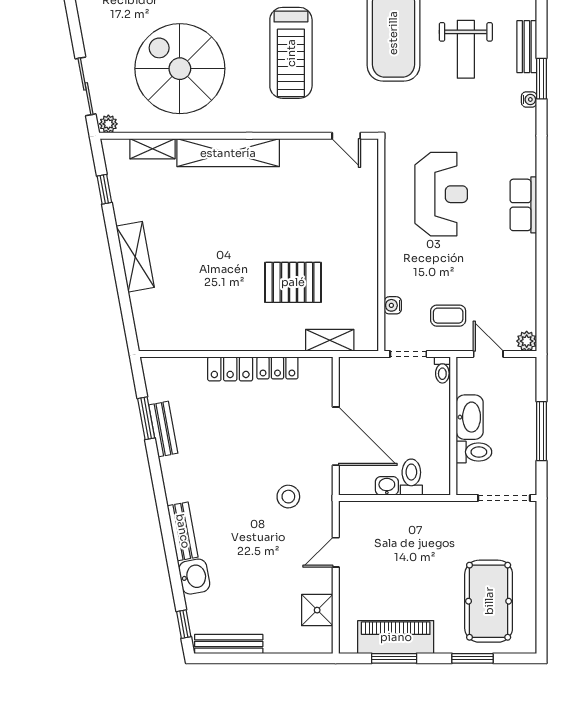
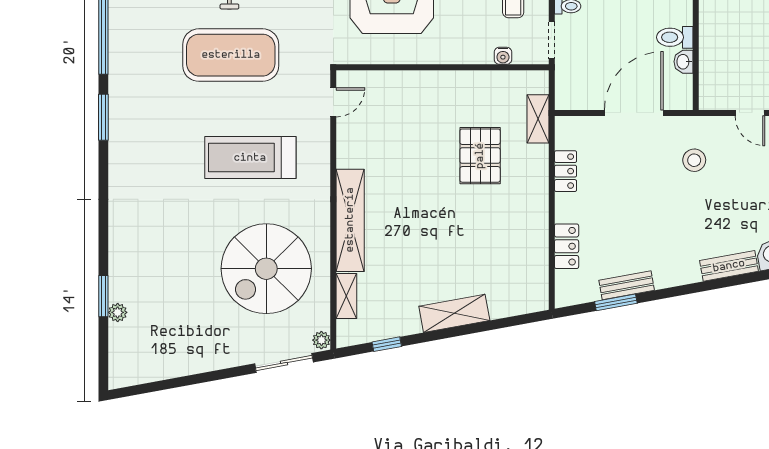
treadmill: (291, 53) -> (250, 158), turned 180
locker: (230, 369) -> (567, 246), moved

